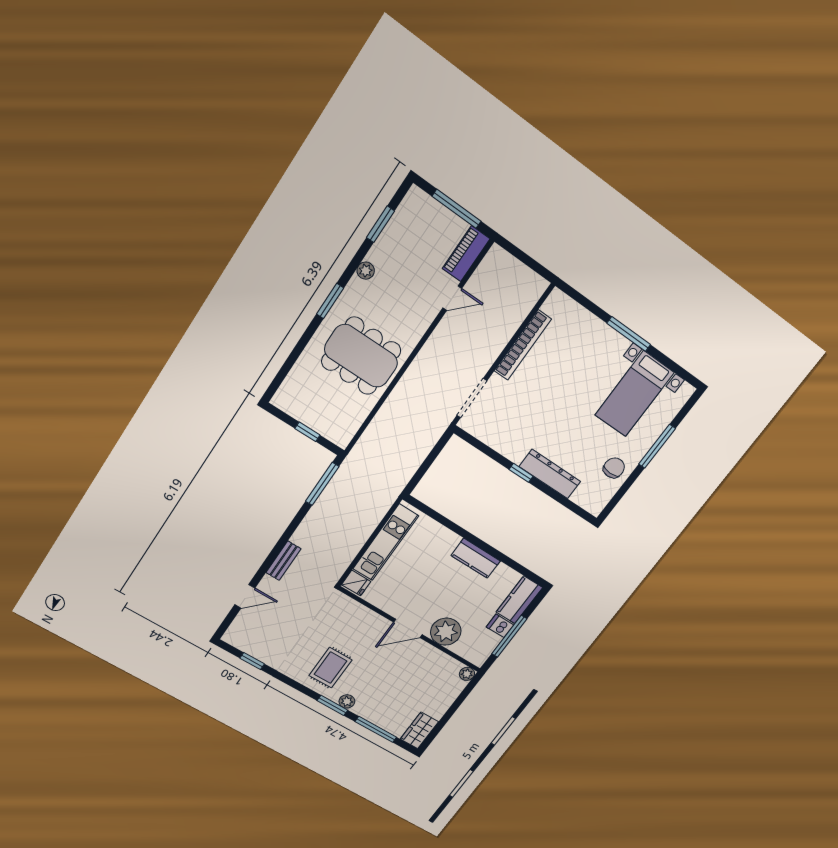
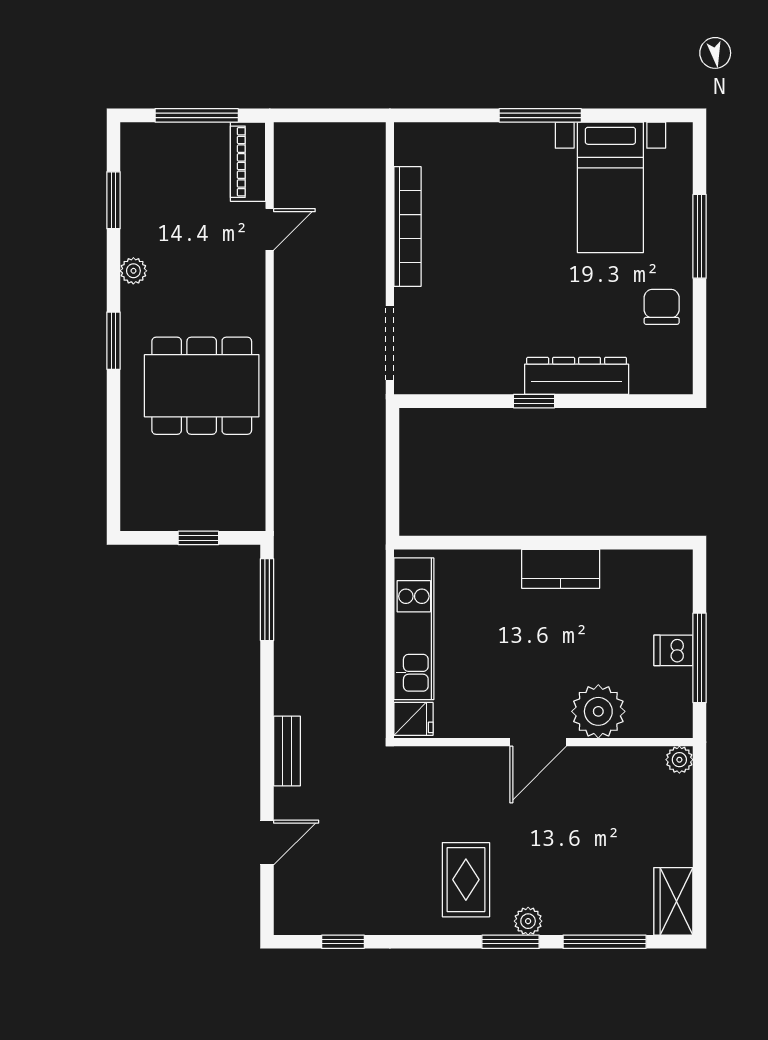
kitchen counter: (519, 600) -> (672, 591), removed

